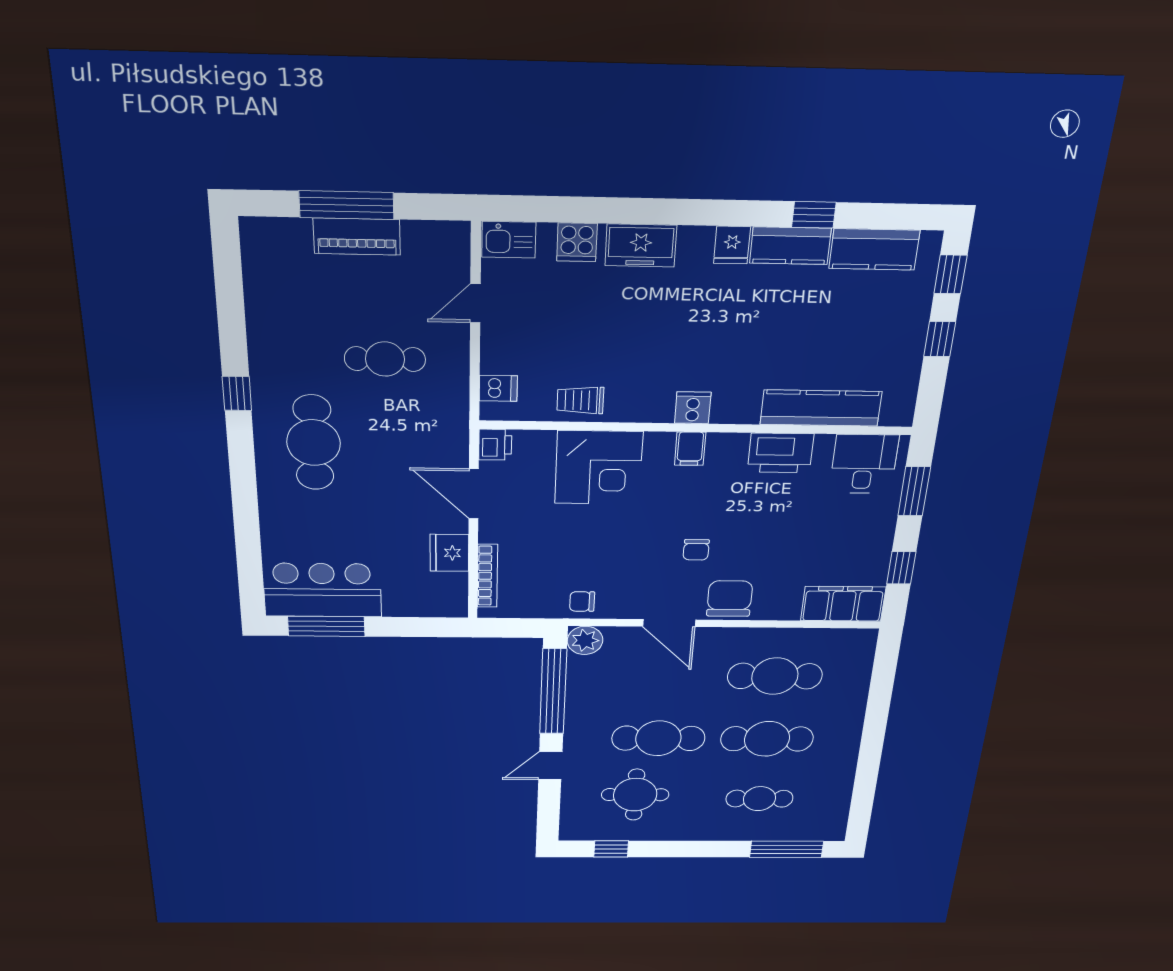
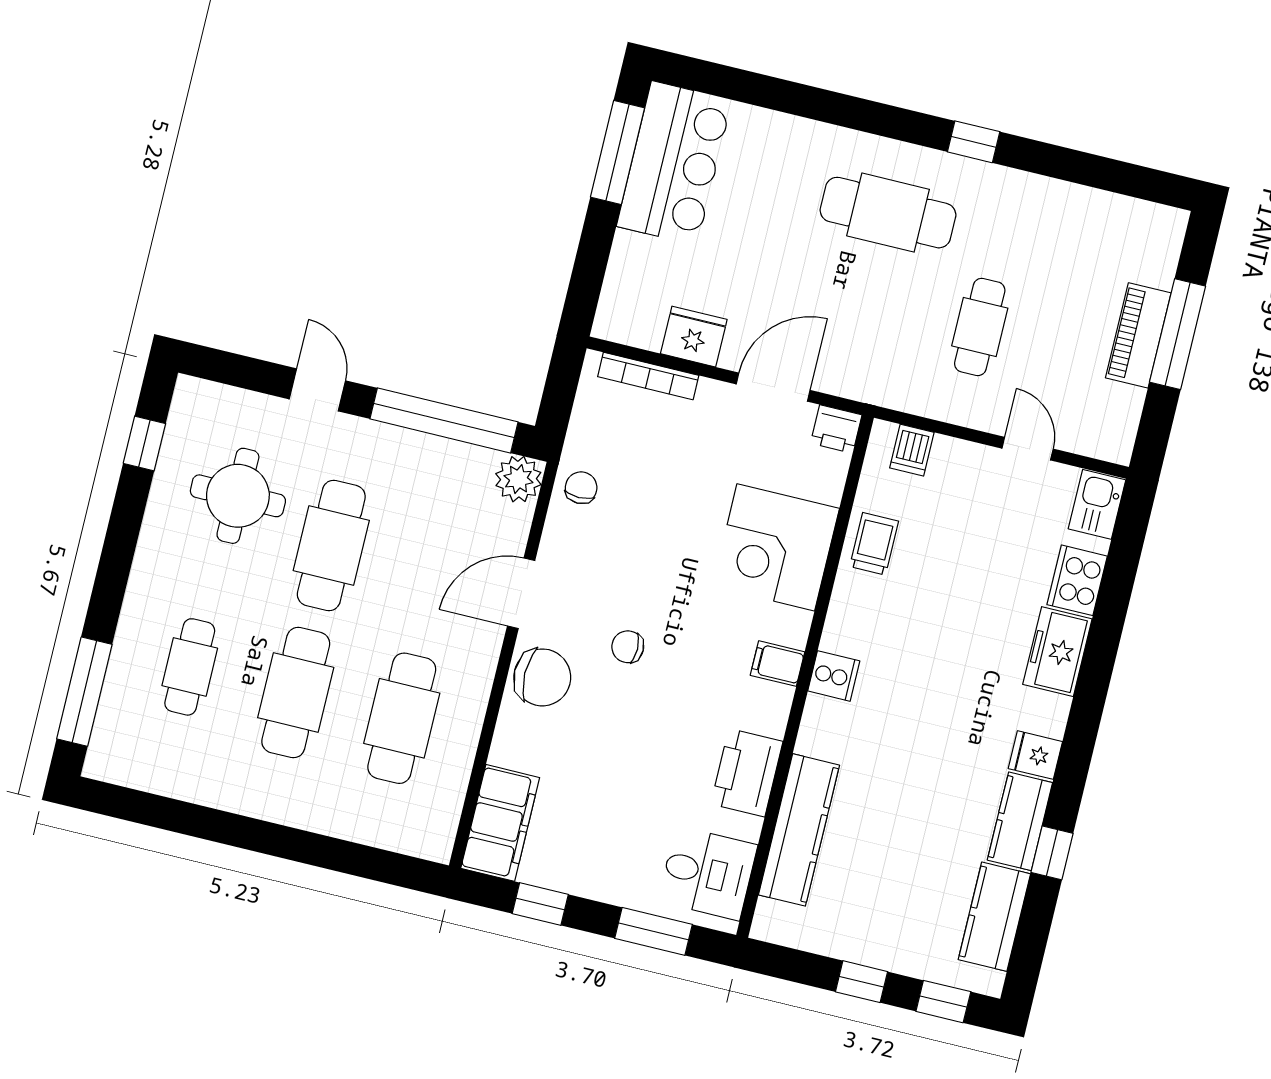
cooker: (577, 242) -> (1077, 580), width x1.36

